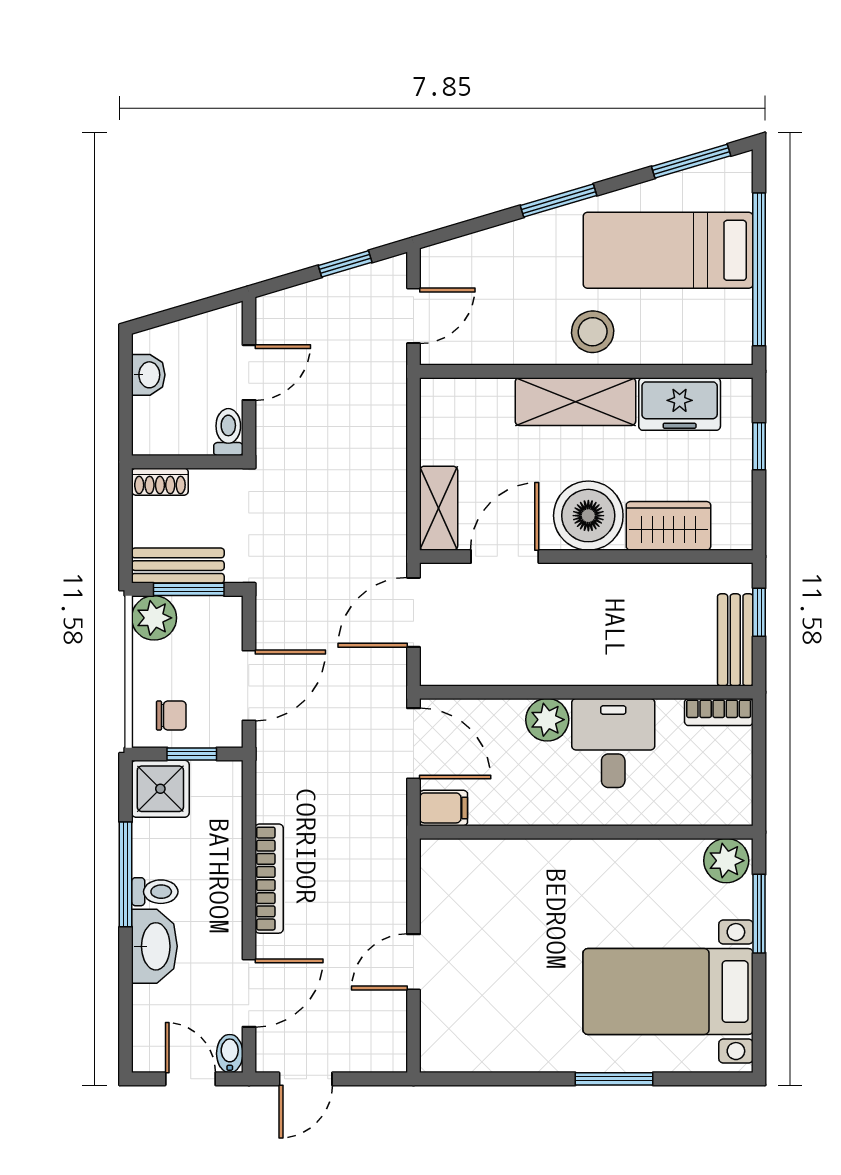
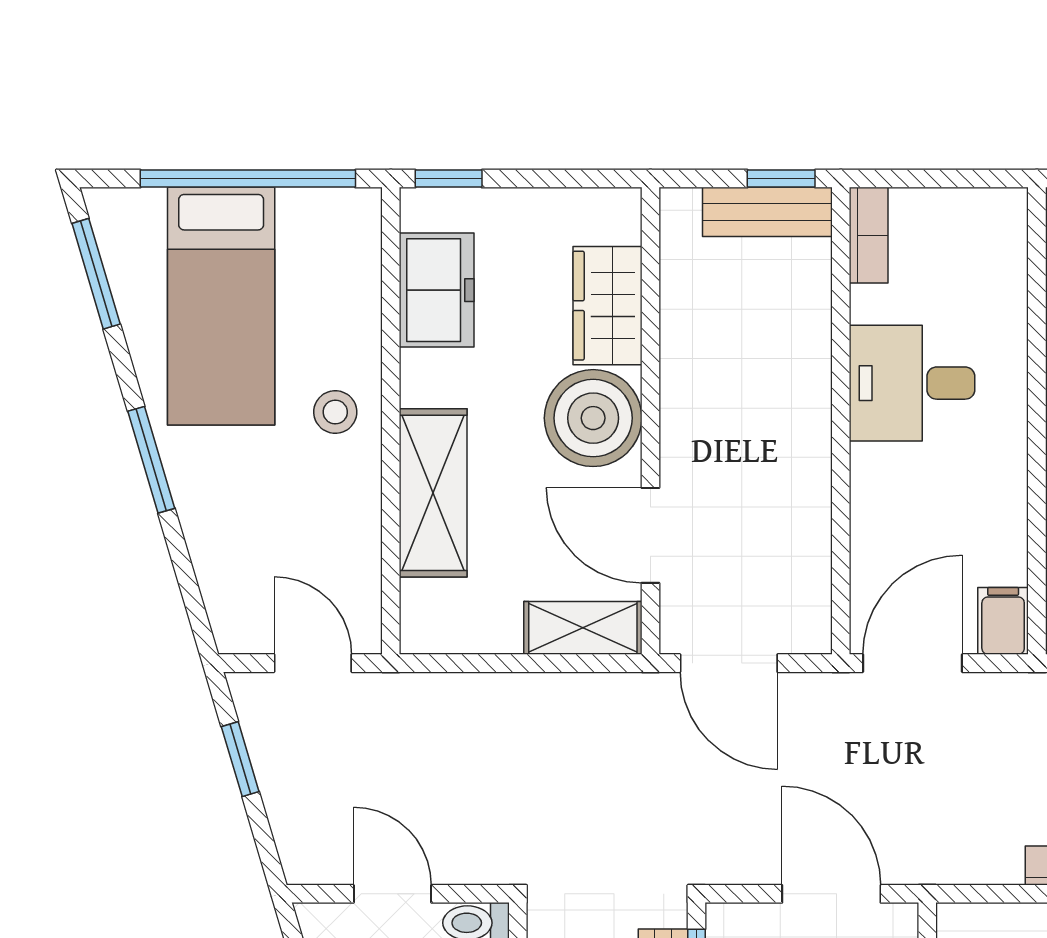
stool: (593, 332) -> (335, 412), width x0.73, depth x0.73
shelving: (575, 402) -> (433, 493), moved
window: (759, 446) -> (449, 179), moved
window: (759, 612) -> (781, 179), moved
plant: (547, 720) -> (879, 476), removed

